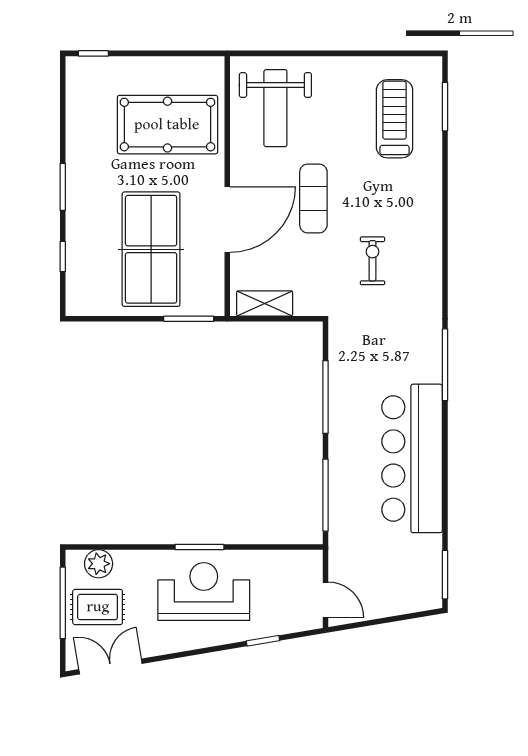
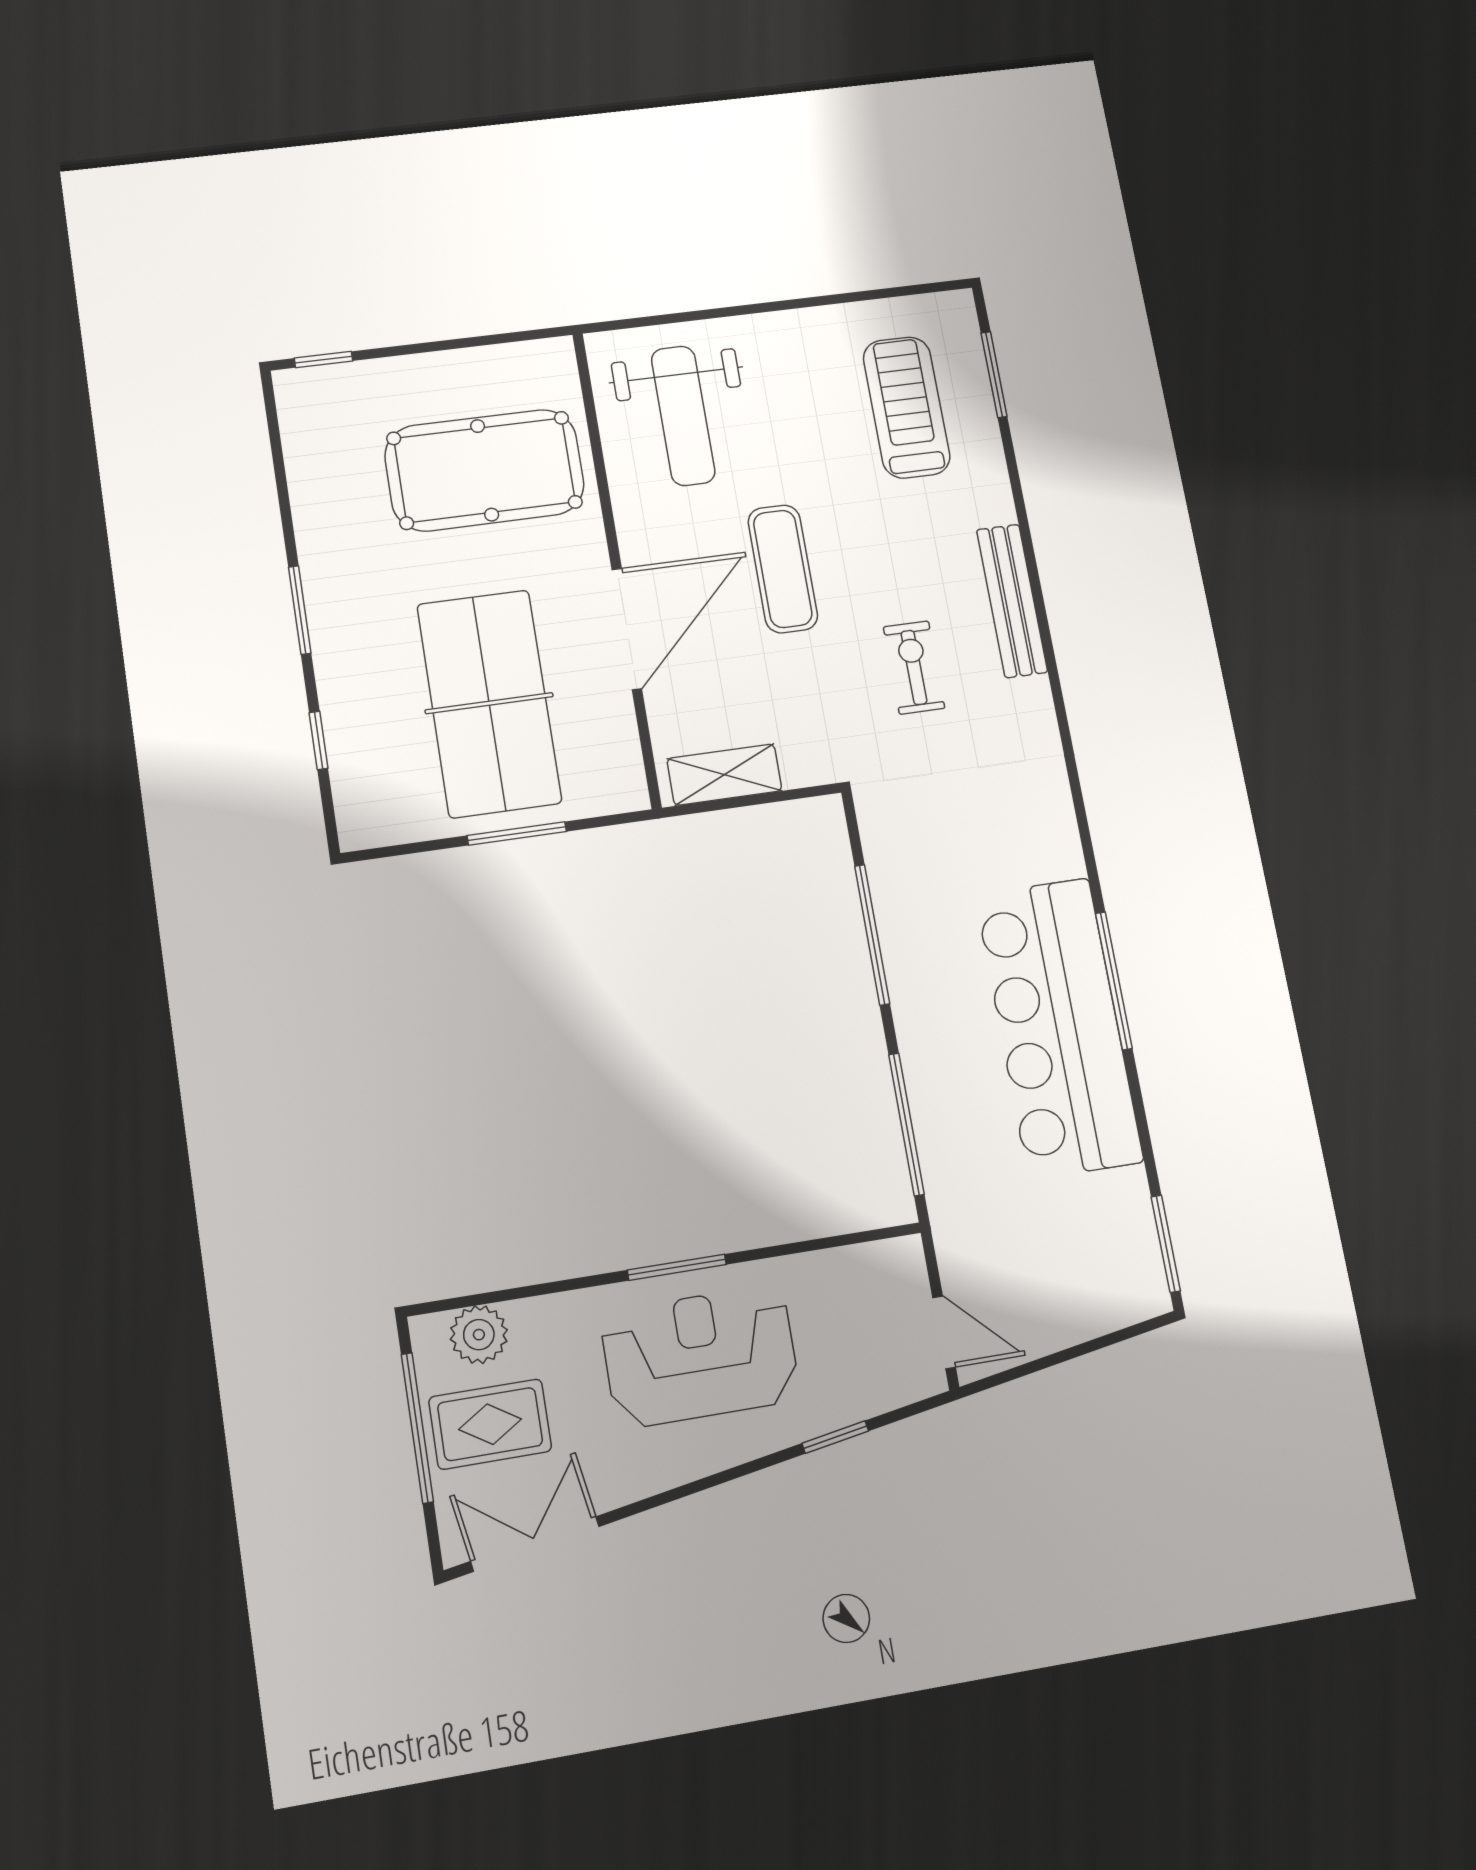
bench: (431, 232) -> (1012, 601), added
window: (189, 319) -> (517, 833), moved
window: (445, 365) -> (1114, 981), moved

